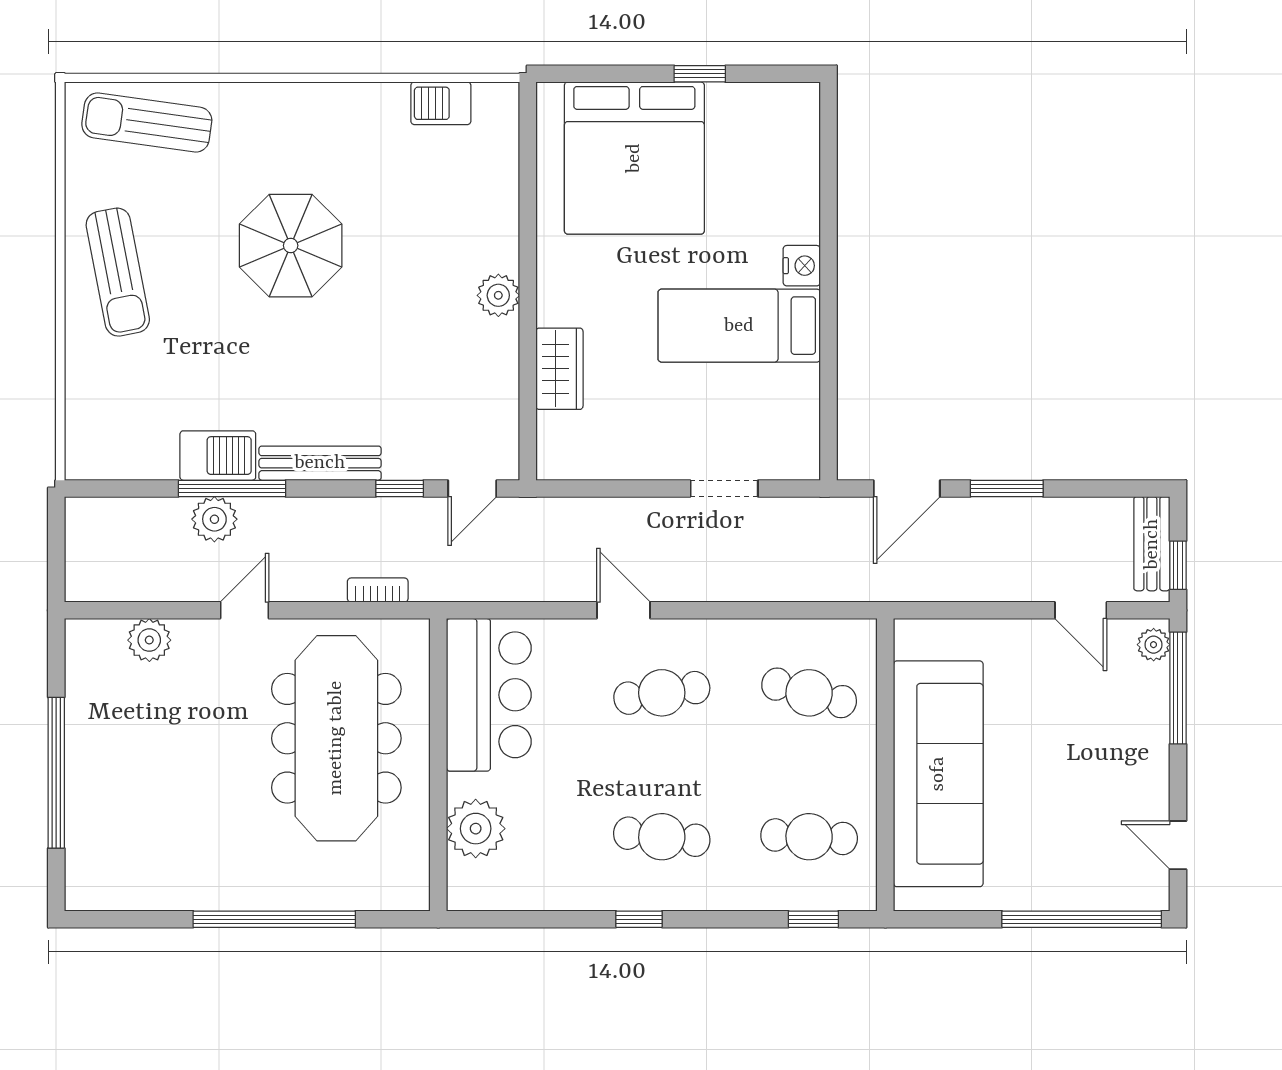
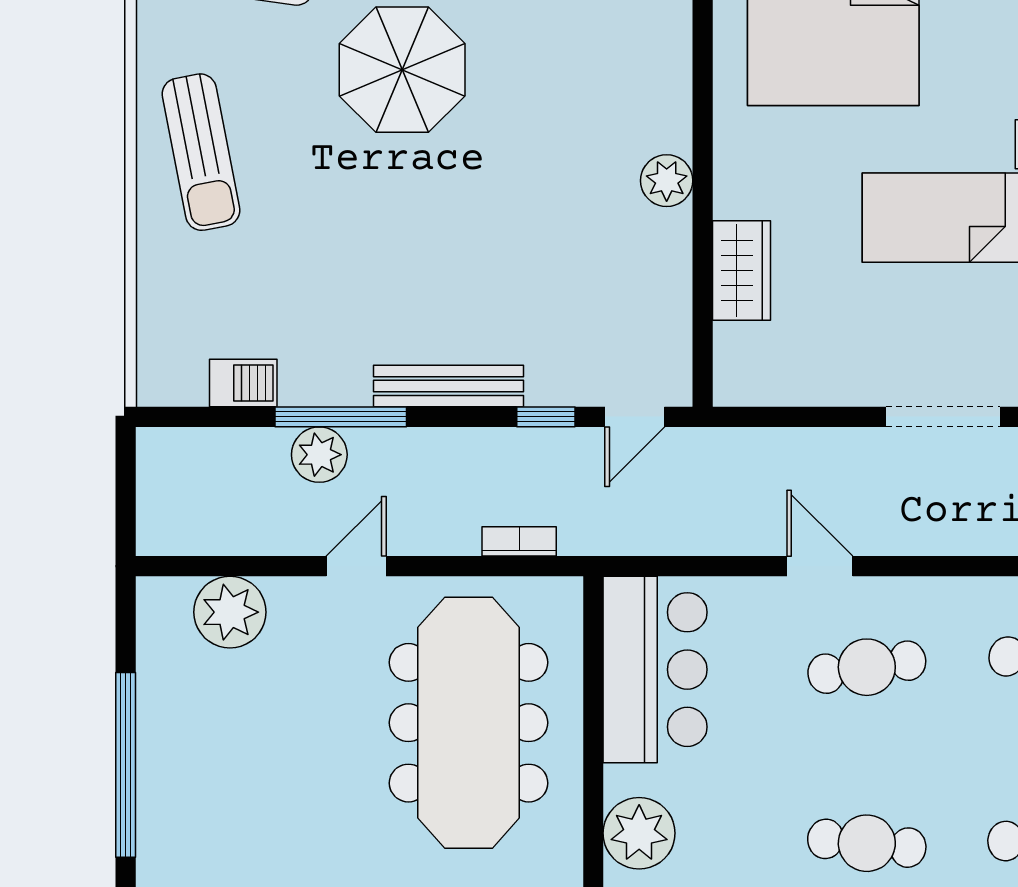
parasol: (291, 246) -> (402, 70), moved
barbecue: (218, 456) -> (243, 383), moved, width x0.73, depth x0.79
doorway: (724, 488) -> (943, 417), width x1.38
plant: (149, 640) -> (230, 612), width x1.36, depth x1.36

